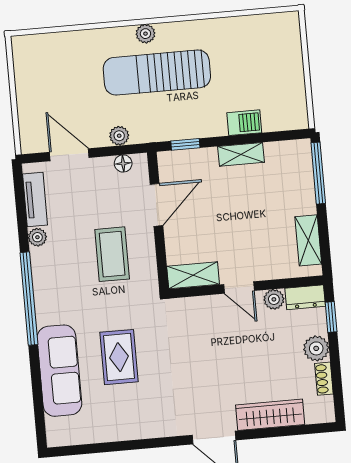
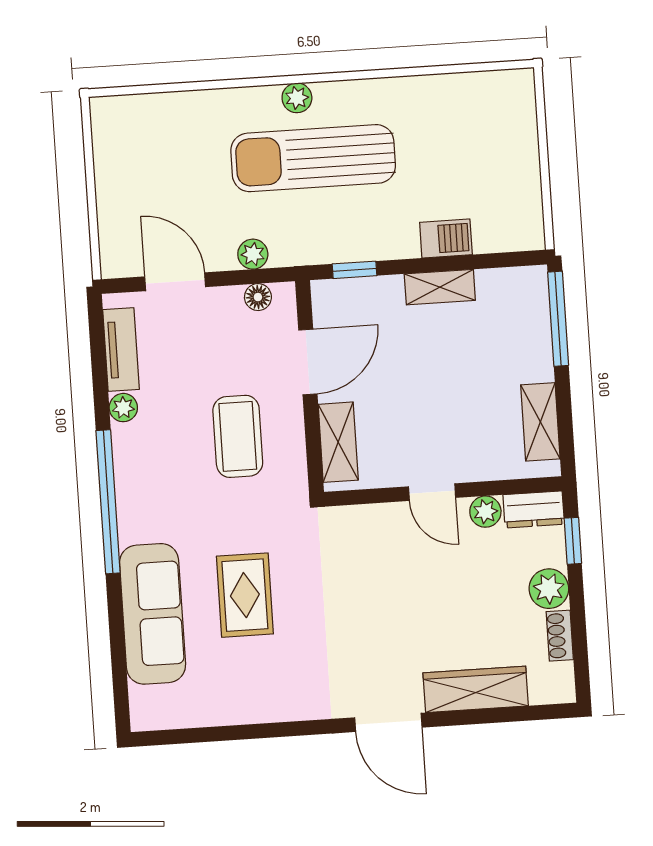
shelving: (193, 275) -> (338, 442), moved, turned 90

